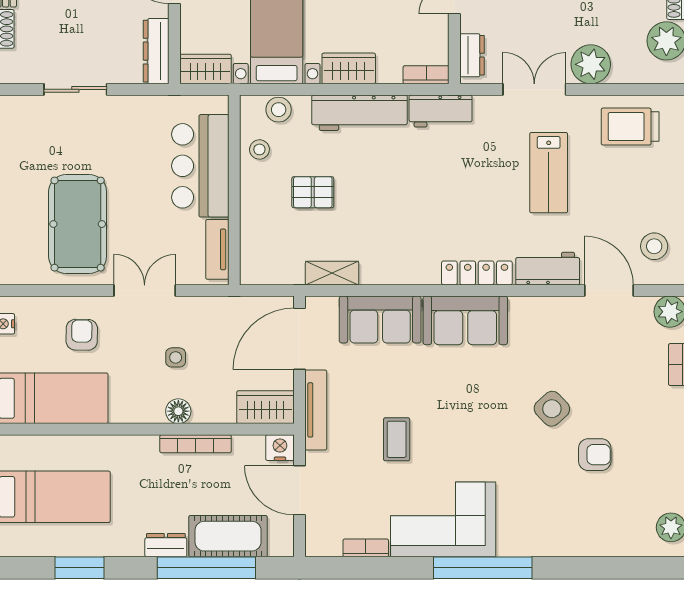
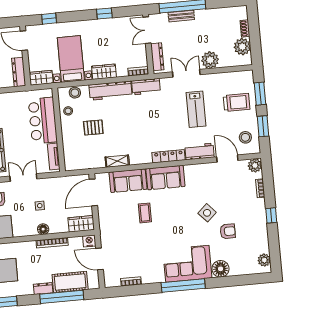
dresser: (472, 55) -> (157, 57), width x1.44
trolley: (630, 127) -> (237, 102), moved, turned 180
shelving: (332, 273) -> (117, 161), moved
tv unit: (316, 410) -> (103, 223), removed
coffee table: (397, 439) -> (145, 213), moved
corner sofa: (443, 519) -> (187, 264), moved
floor lamp: (571, 538) -> (221, 269), added

